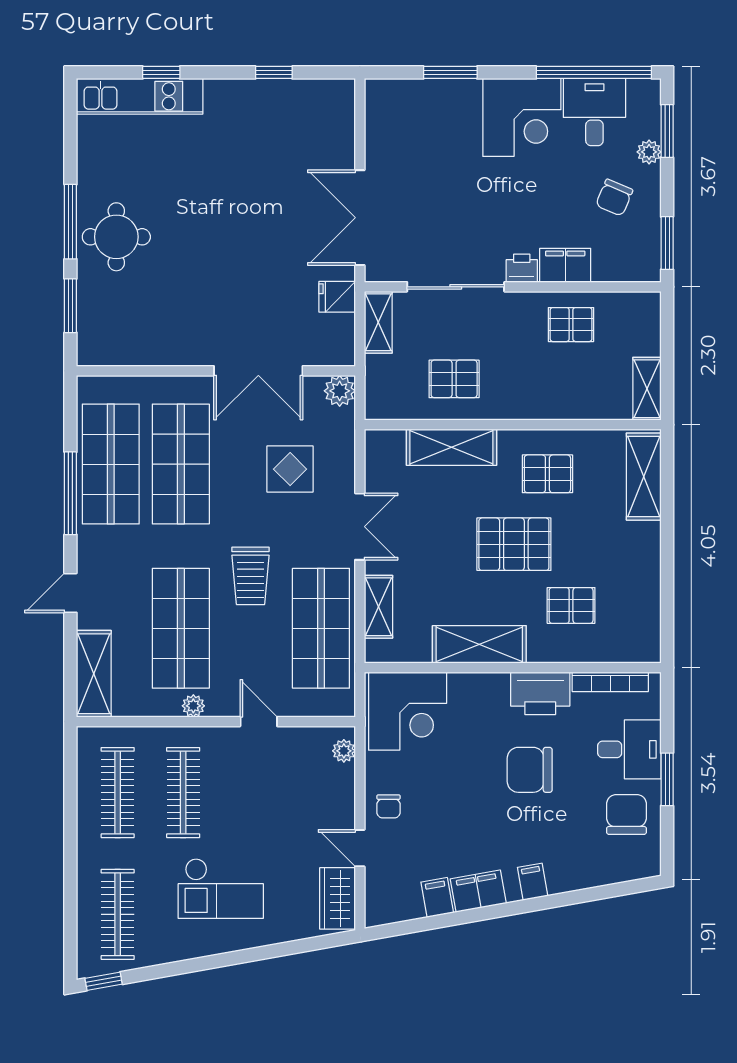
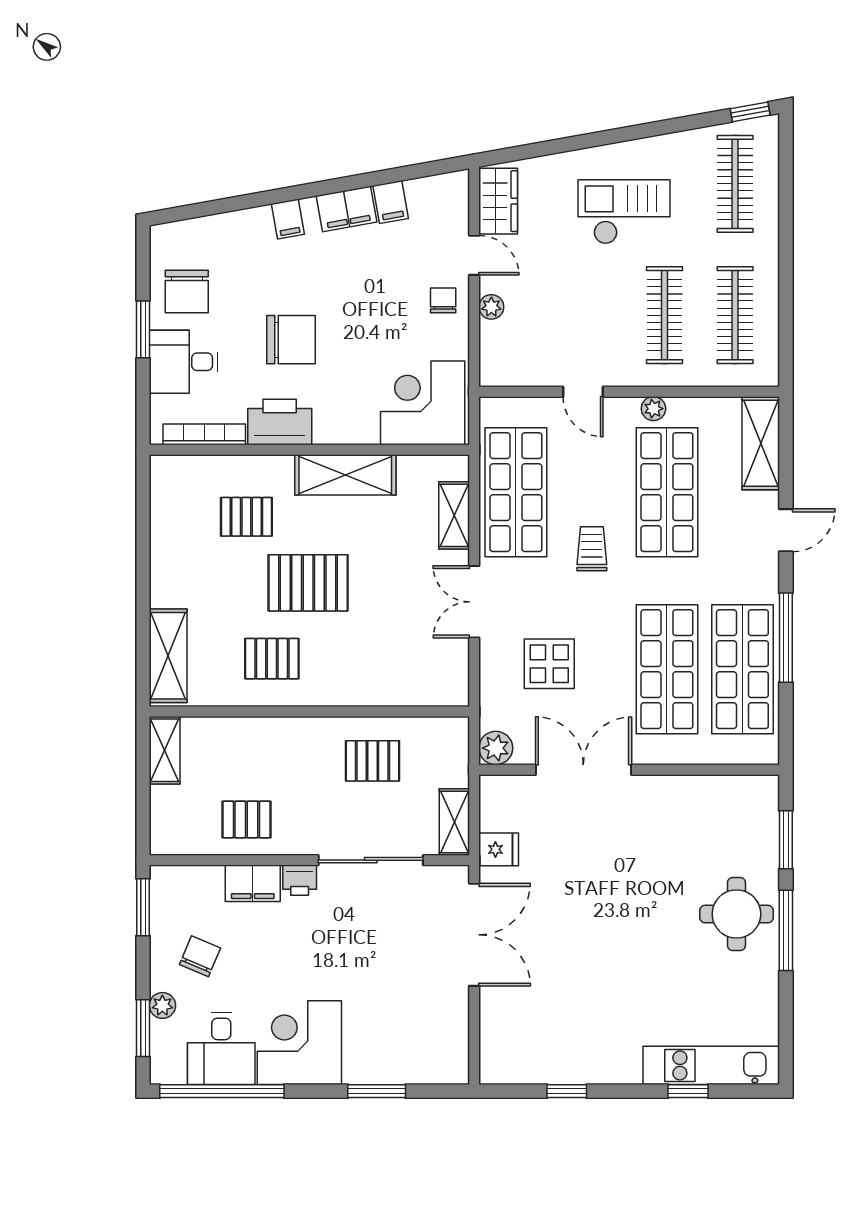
shelving: (451, 447) -> (375, 687), removed
trolley: (251, 576) -> (592, 549), width x0.73, depth x0.72
plant: (344, 751) -> (491, 307), moved

